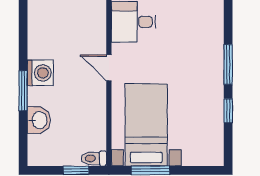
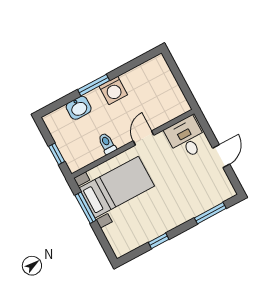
window: (228, 65) -> (210, 213), moved
toilet: (94, 158) -> (107, 144), moved

